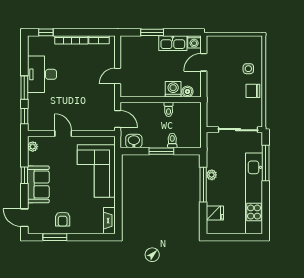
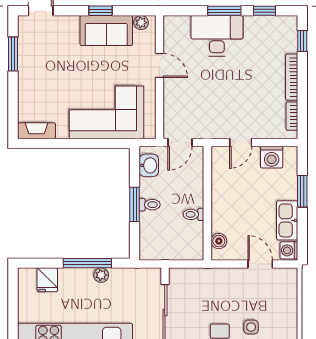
desk: (42, 74) -> (217, 36), moved
door: (118, 76) -> (241, 142), swing flipped
washing machine: (173, 89) -> (272, 157), moved, turned 90
window: (24, 116) -> (264, 11), moved
door: (63, 134) -> (159, 66), hinge flipped
toilet: (172, 140) -> (150, 205), moved
sofa: (38, 184) -> (106, 31), moved
armchair: (63, 219) -> (39, 65), removed

